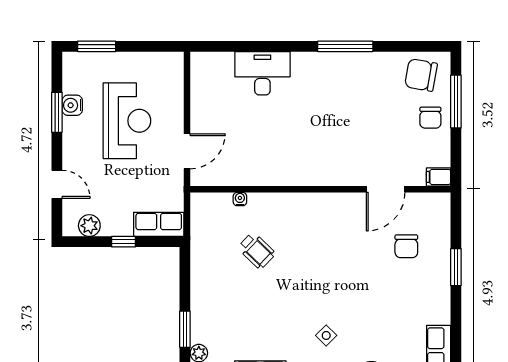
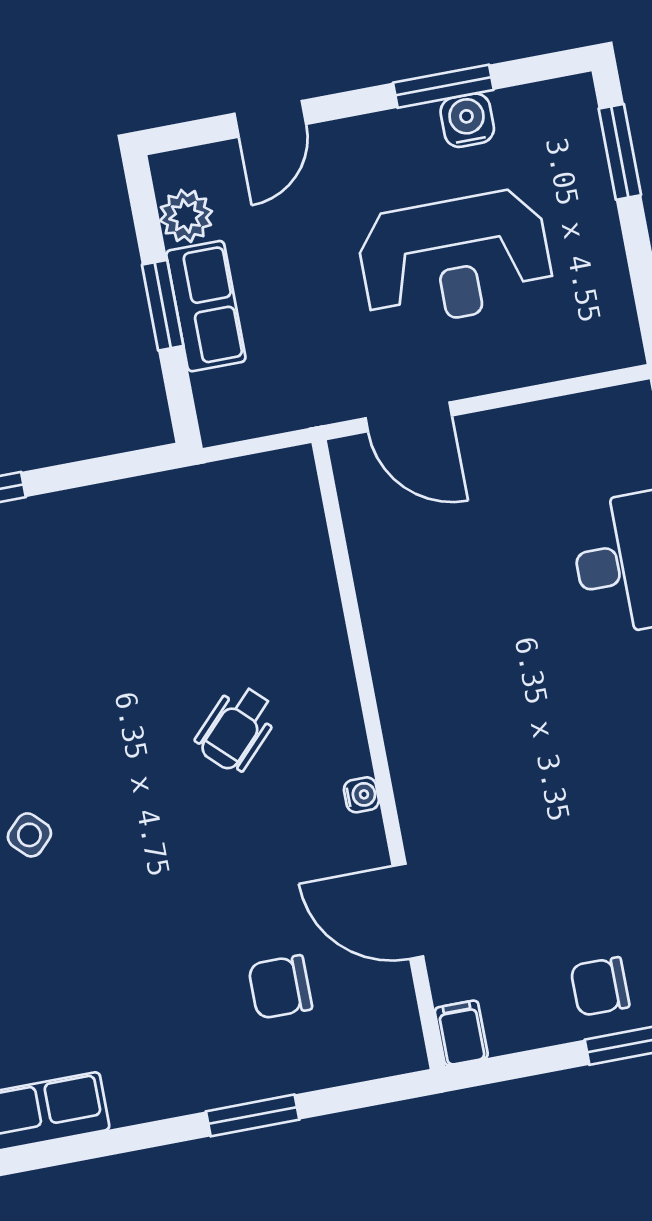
water cooler: (240, 199) -> (361, 795), moved
row of seats: (159, 224) -> (206, 306), moved
window: (123, 242) -> (163, 305), width x1.50
wheelchair: (257, 251) -> (237, 728), moved

